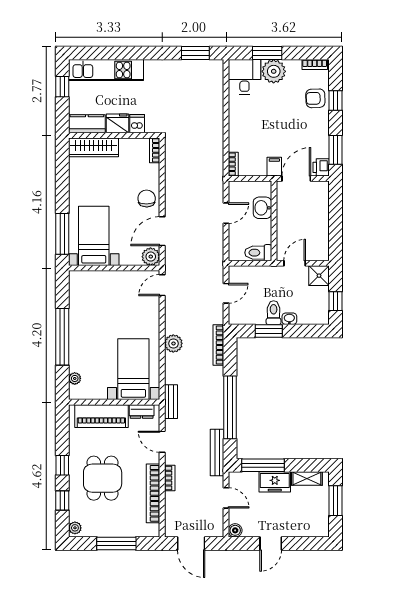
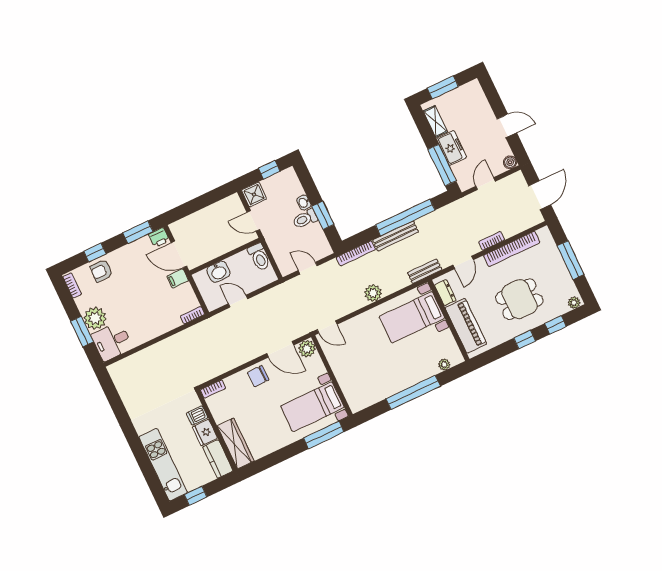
window: (195, 53) -> (112, 394), removed
armchair: (315, 98) -> (101, 271), turned 92
bench: (217, 453) -> (396, 236), moved

